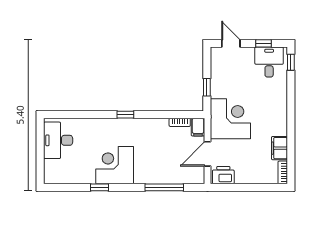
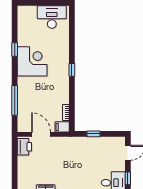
corner desk: (230, 119) -> (69, 152), removed

